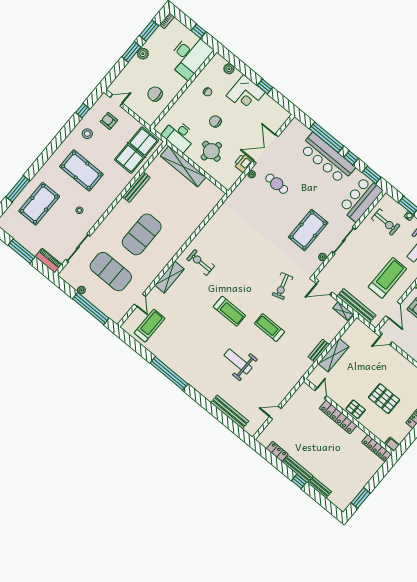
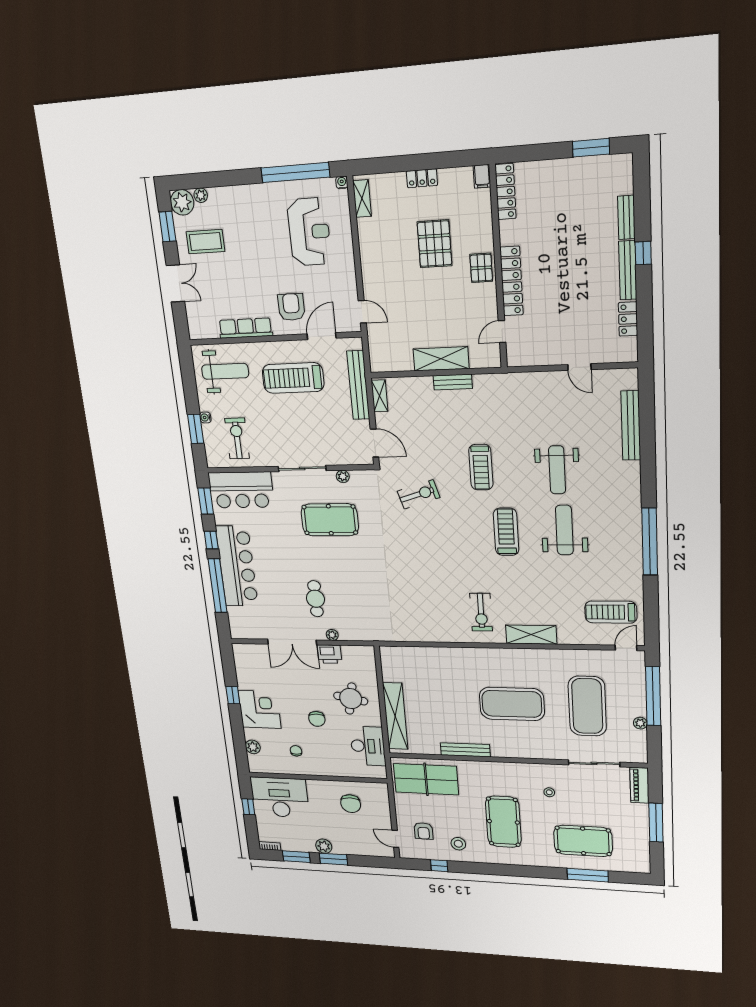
door: (140, 300) -> (626, 648), moved
weight bench: (207, 339) -> (564, 530), added

